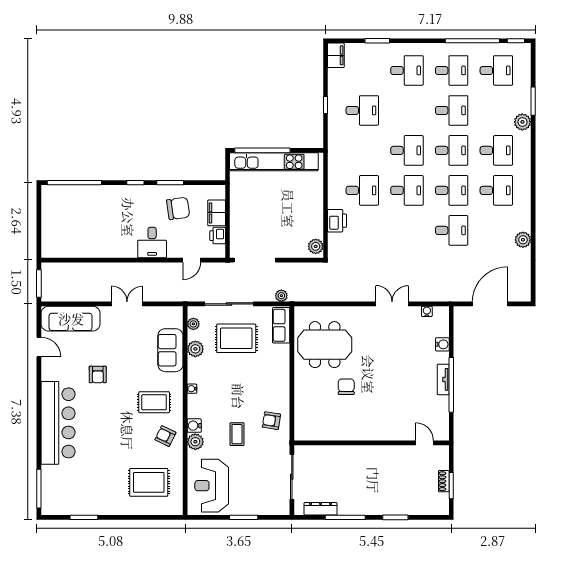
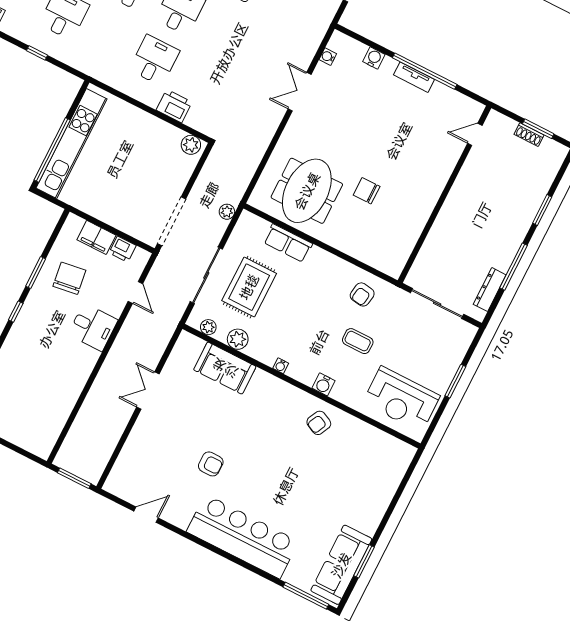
sofa: (71, 319) -> (341, 565), moved, turned 180
row of seats: (281, 325) -> (288, 243), moved
rug: (154, 402) -> (274, 416), removed
plant: (195, 442) -> (342, 392), removed
rug: (149, 482) -> (362, 468), removed

